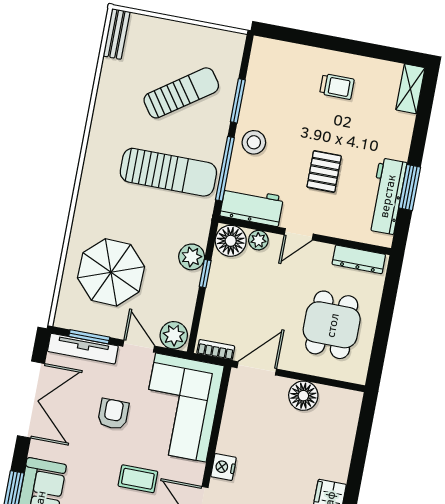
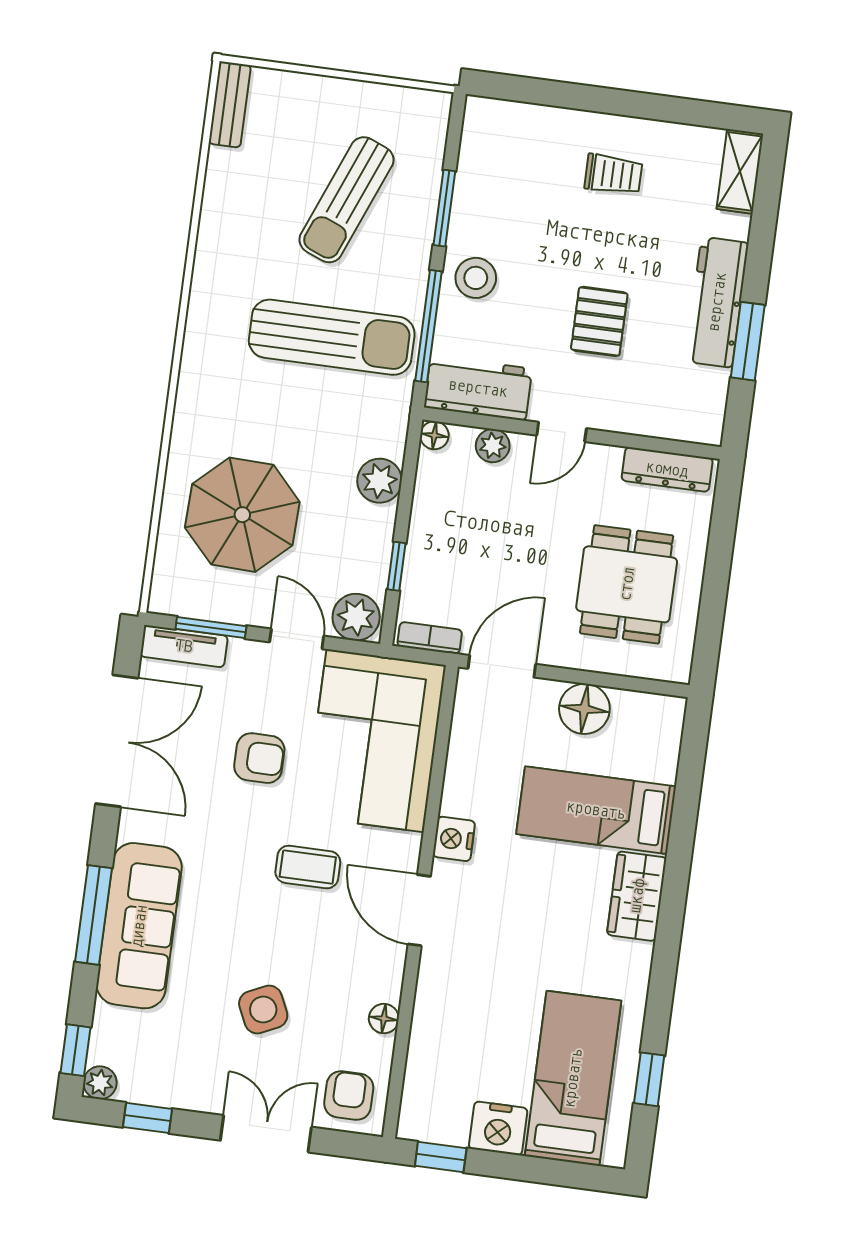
sun lounger: (181, 93) -> (346, 200), turned 147
workbench: (387, 196) -> (717, 302), moved
floor lamp: (231, 241) -> (434, 435), width x0.53, depth x0.53
window: (205, 274) -> (397, 566), moved
tv unit: (83, 349) -> (184, 646), width x0.71
armchair: (113, 414) -> (259, 758), turned 90
bed: (307, 455) -> (596, 810), added

